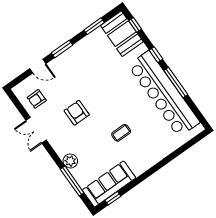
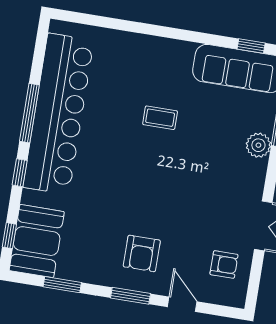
armchair: (77, 113) -> (142, 253), moved

